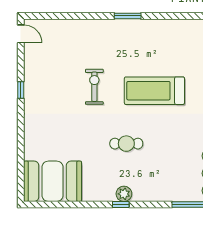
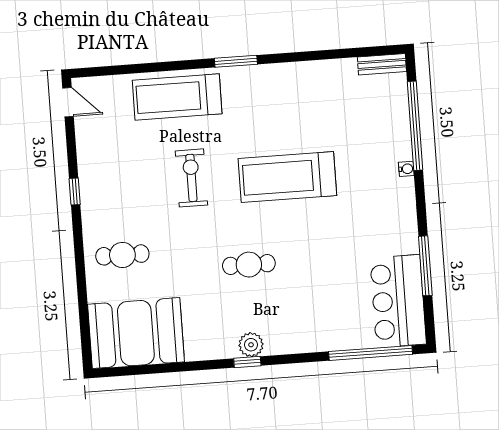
treadmill: (89, 36) -> (177, 97), added
cafe table: (48, 132) -> (122, 255), added

